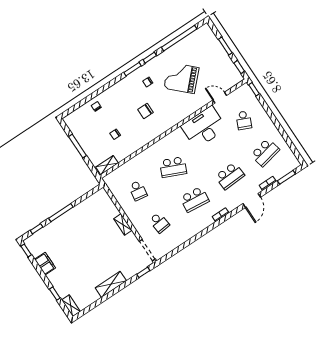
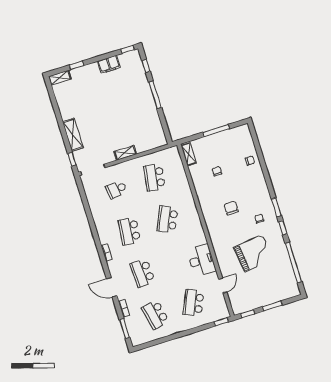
grand piano: (181, 78) -> (253, 253), turned 39
school desk: (244, 120) -> (193, 303), width x1.85
desk: (204, 127) -> (201, 260), width x0.73, depth x0.77
school desk: (138, 191) -> (154, 178), width x1.85
shelving: (111, 284) -> (73, 135), moved

